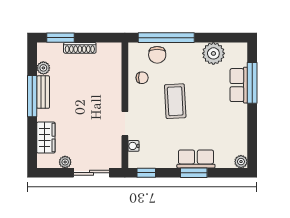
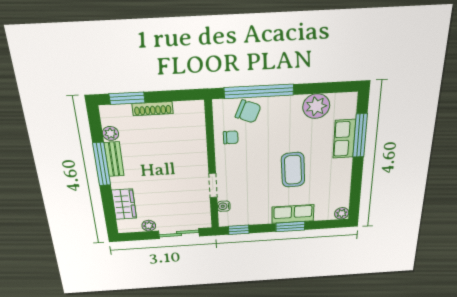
chair: (157, 55) -> (248, 111), turned -68
coffee table: (175, 101) -> (293, 170), moved

